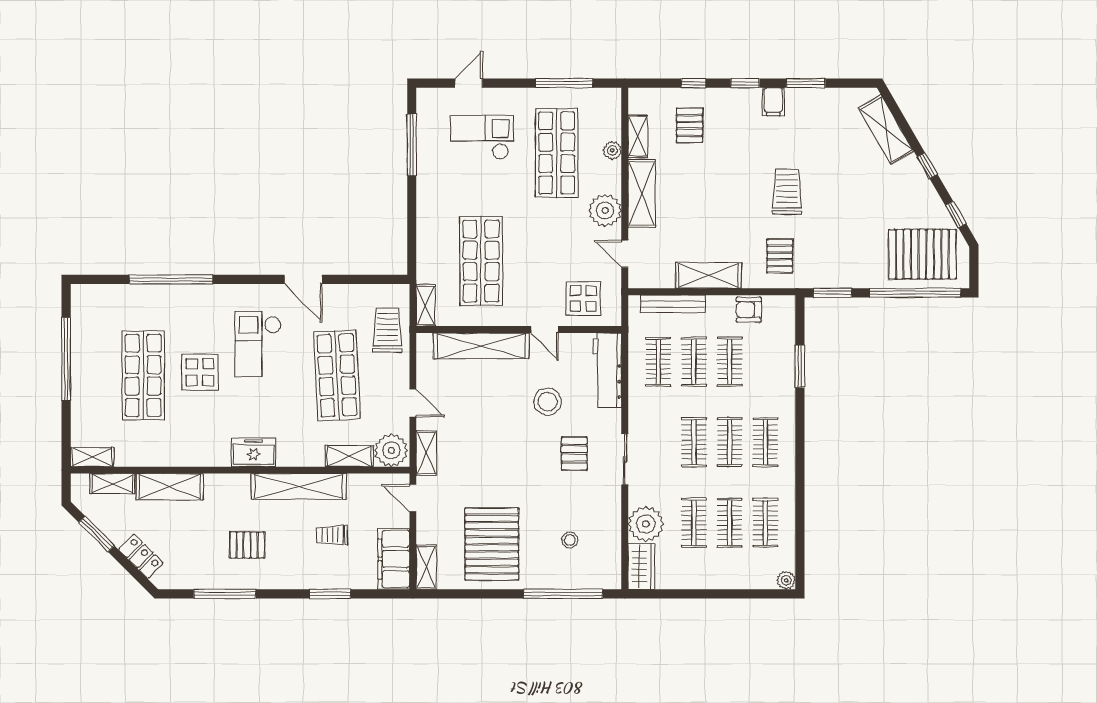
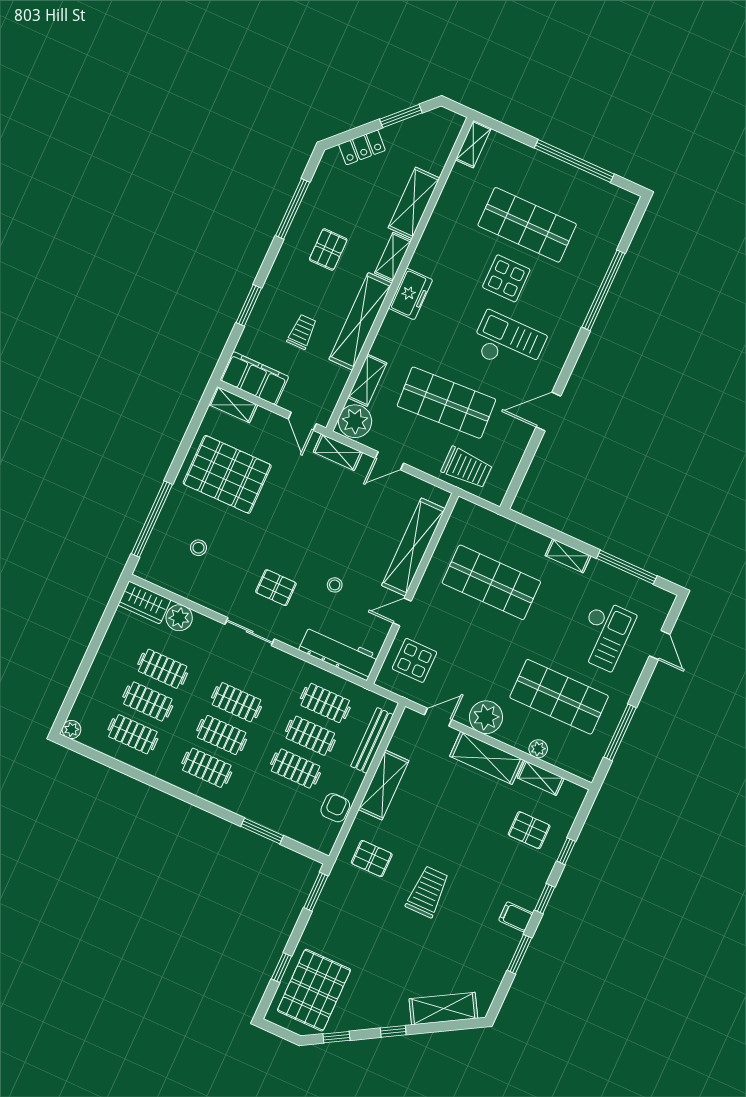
trolley: (787, 192) -> (428, 892), turned -90
window: (915, 293) -> (281, 968), width x0.32
shelving: (426, 305) -> (568, 556), moved
stool: (548, 402) -> (335, 585), width x0.53, depth x0.53
shelving: (112, 484) -> (393, 257), moved
door: (413, 498) -> (302, 421), swing flipped
plant: (646, 524) -> (179, 618), width x0.73, depth x0.73

